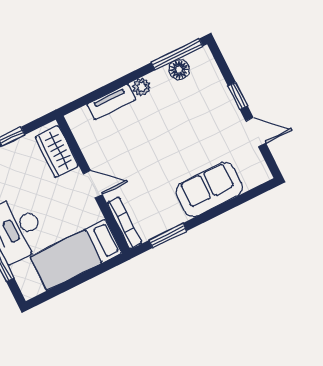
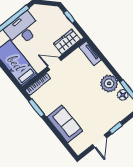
plant: (142, 87) -> (109, 83), width x1.87, depth x1.87
tv unit: (111, 102) -> (90, 53), moved
door: (93, 184) -> (54, 64), swing flipped

